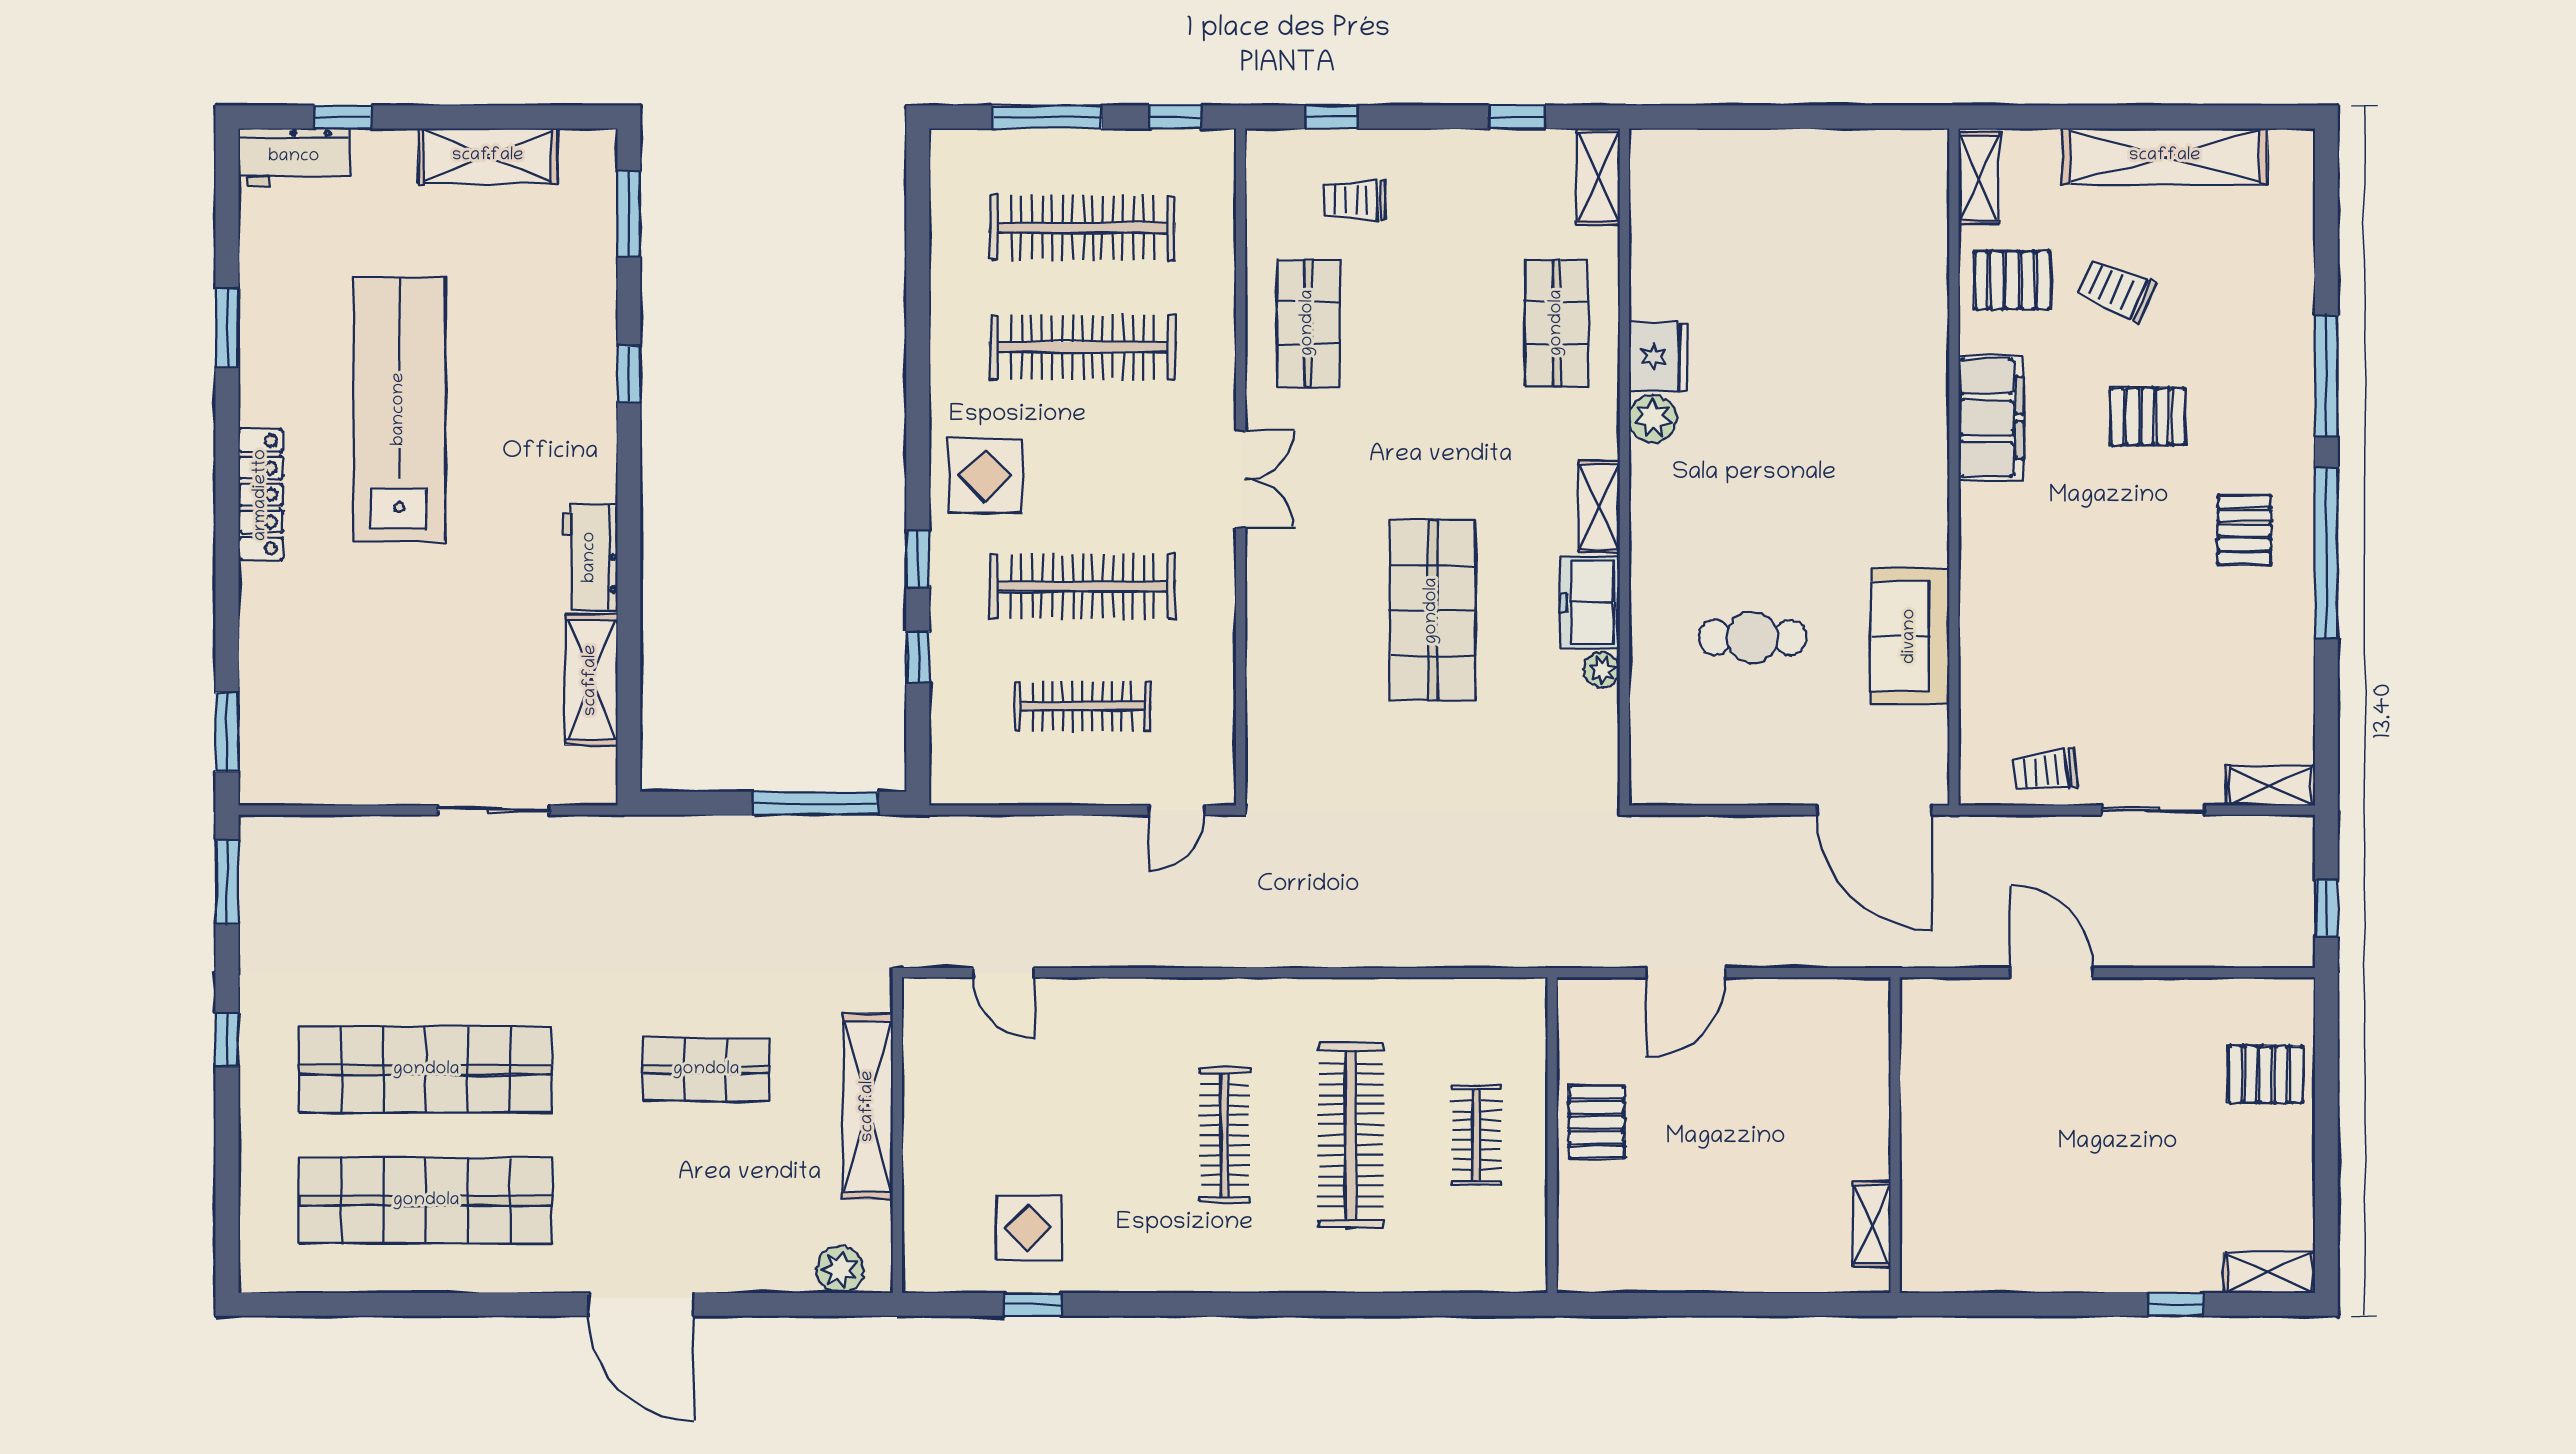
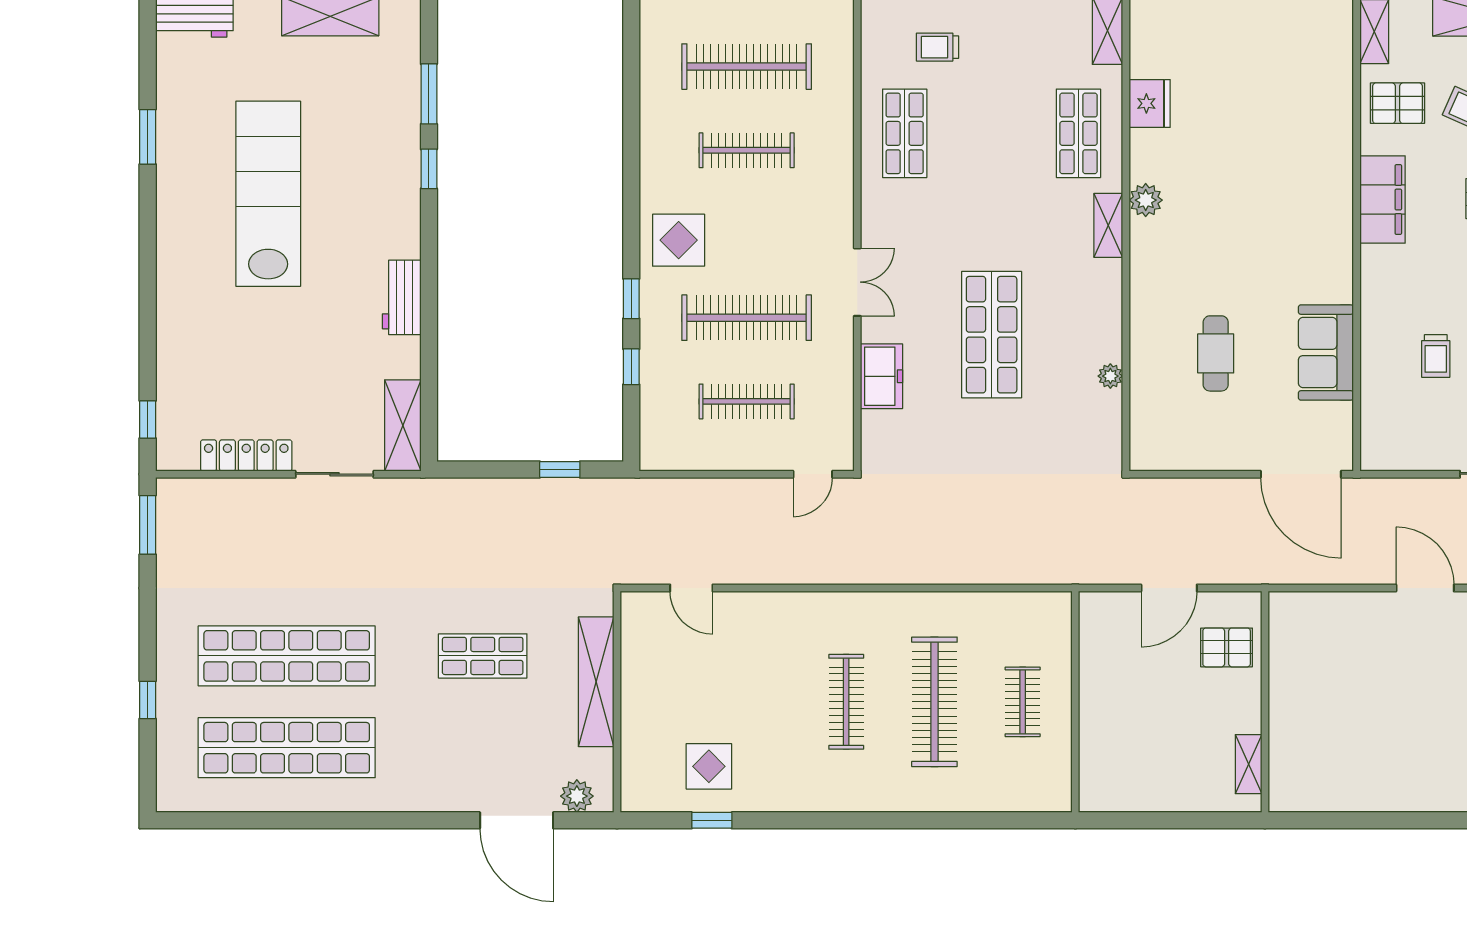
window: (629, 214) -> (429, 94), moved
clothes rail: (1083, 347) -> (747, 150), width x0.73, depth x0.76
fridge: (1658, 357) -> (1150, 103), moved
double door: (1241, 479) -> (857, 282), moved
locker: (261, 495) -> (246, 455), moved, turned -90
shelving: (1599, 507) -> (1108, 225), moved
freezer: (1590, 602) -> (881, 376), moved, turned 180
cafe table: (1753, 638) -> (1216, 353), turned 90
shelving: (591, 680) -> (403, 425), moved
window: (227, 732) -> (148, 419), width x0.67
trolley: (2045, 771) -> (1436, 356), moved, turned -83
window: (816, 803) -> (560, 469), width x0.46
window: (227, 1039) -> (148, 700), moved
pallet: (1596, 1122) -> (1227, 647), moved, turned 90
wall: (1895, 1135) -> (1265, 702), moved
shelving: (1872, 1224) -> (1249, 764), moved
door: (641, 1304) -> (517, 820), moved

